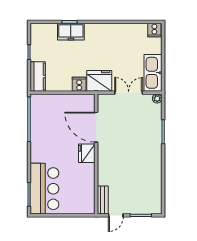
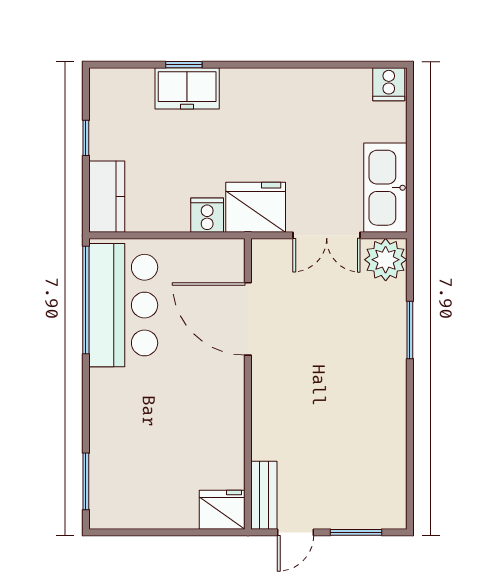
double door: (129, 93) -> (327, 235), swing flipped
plant: (157, 98) -> (386, 260), width x1.88, depth x1.88
fridge: (87, 153) -> (222, 510), moved, turned 90
bar counter: (44, 189) -> (123, 305), moved

